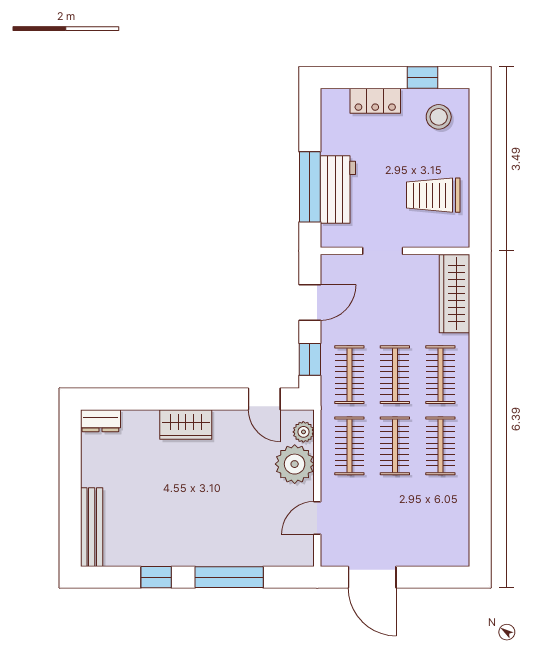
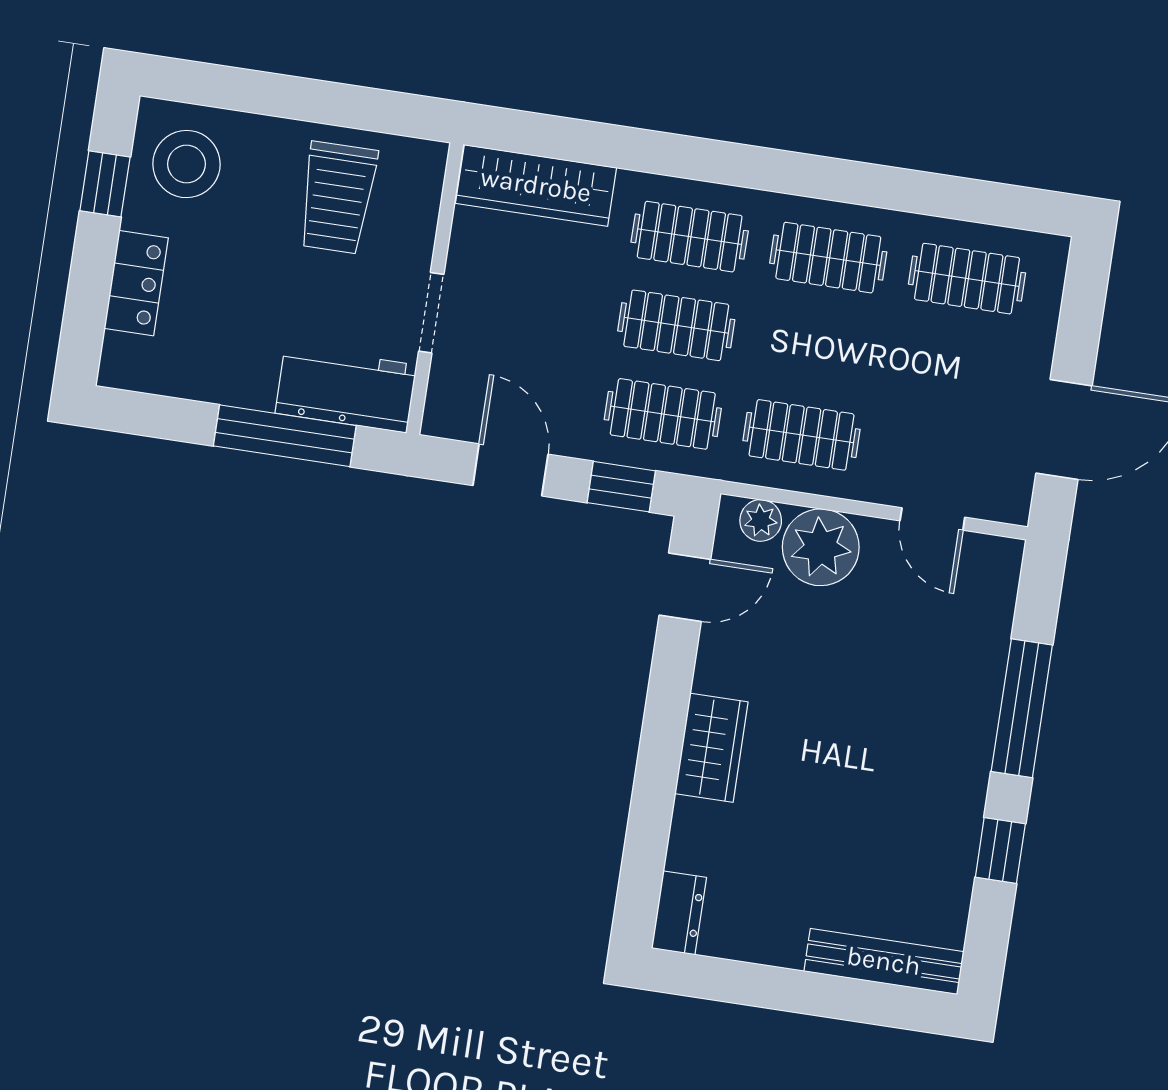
stool: (439, 117) -> (186, 164), width x1.38, depth x1.38
workbench: (338, 189) -> (346, 389), moved
clothes rail: (395, 446) -> (967, 279), moved

